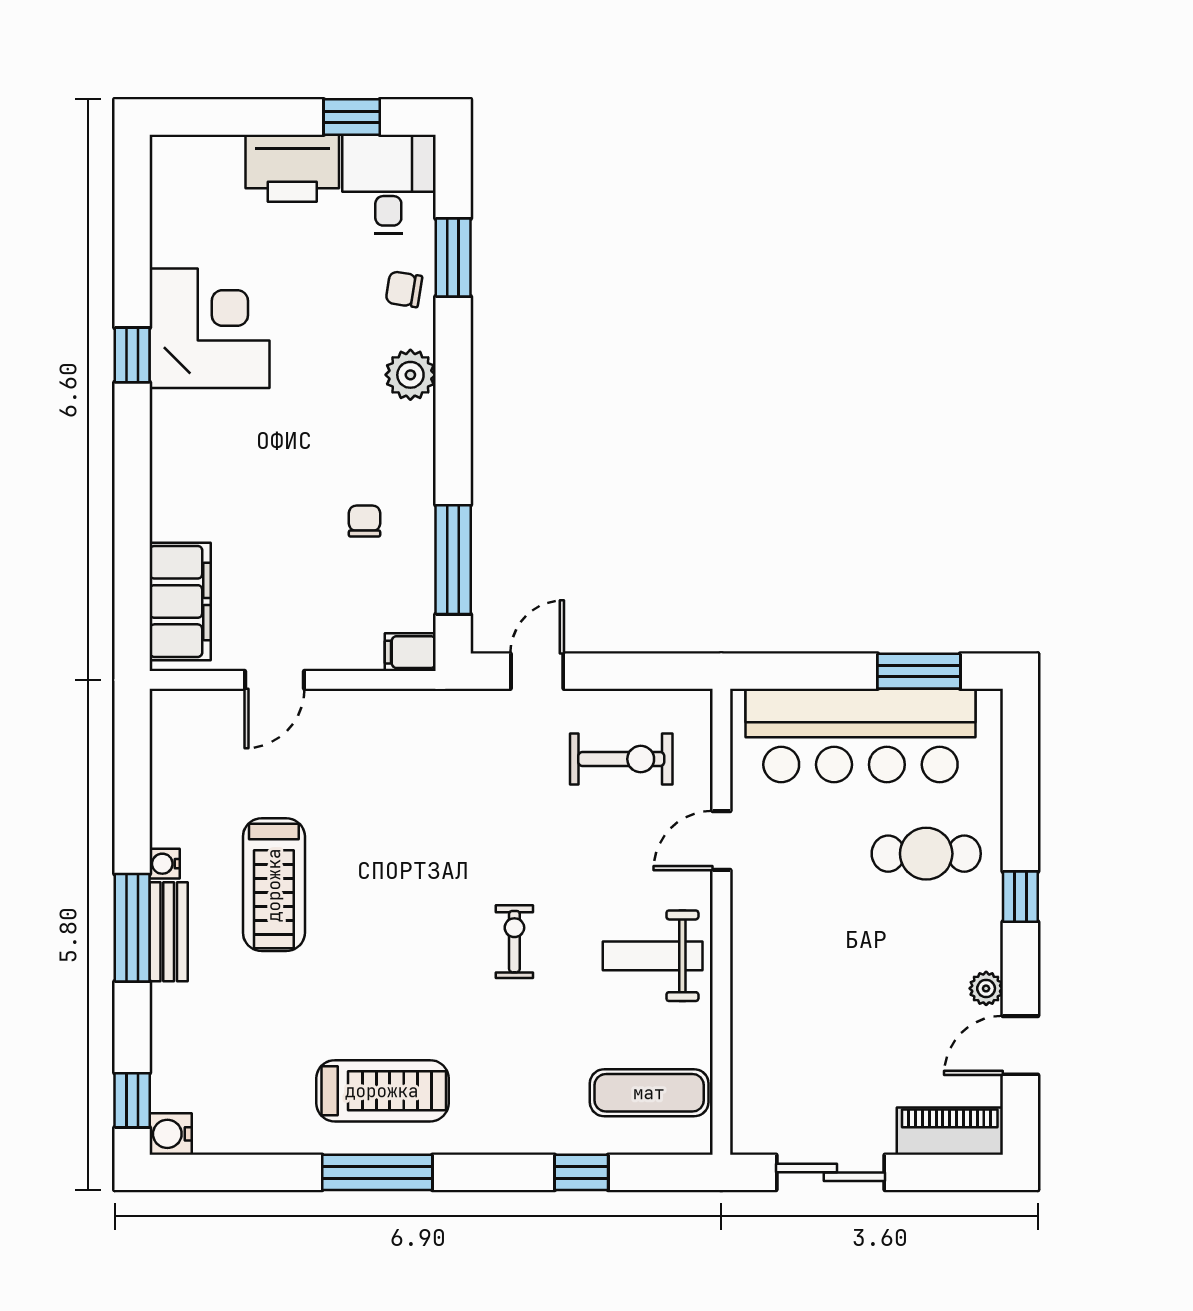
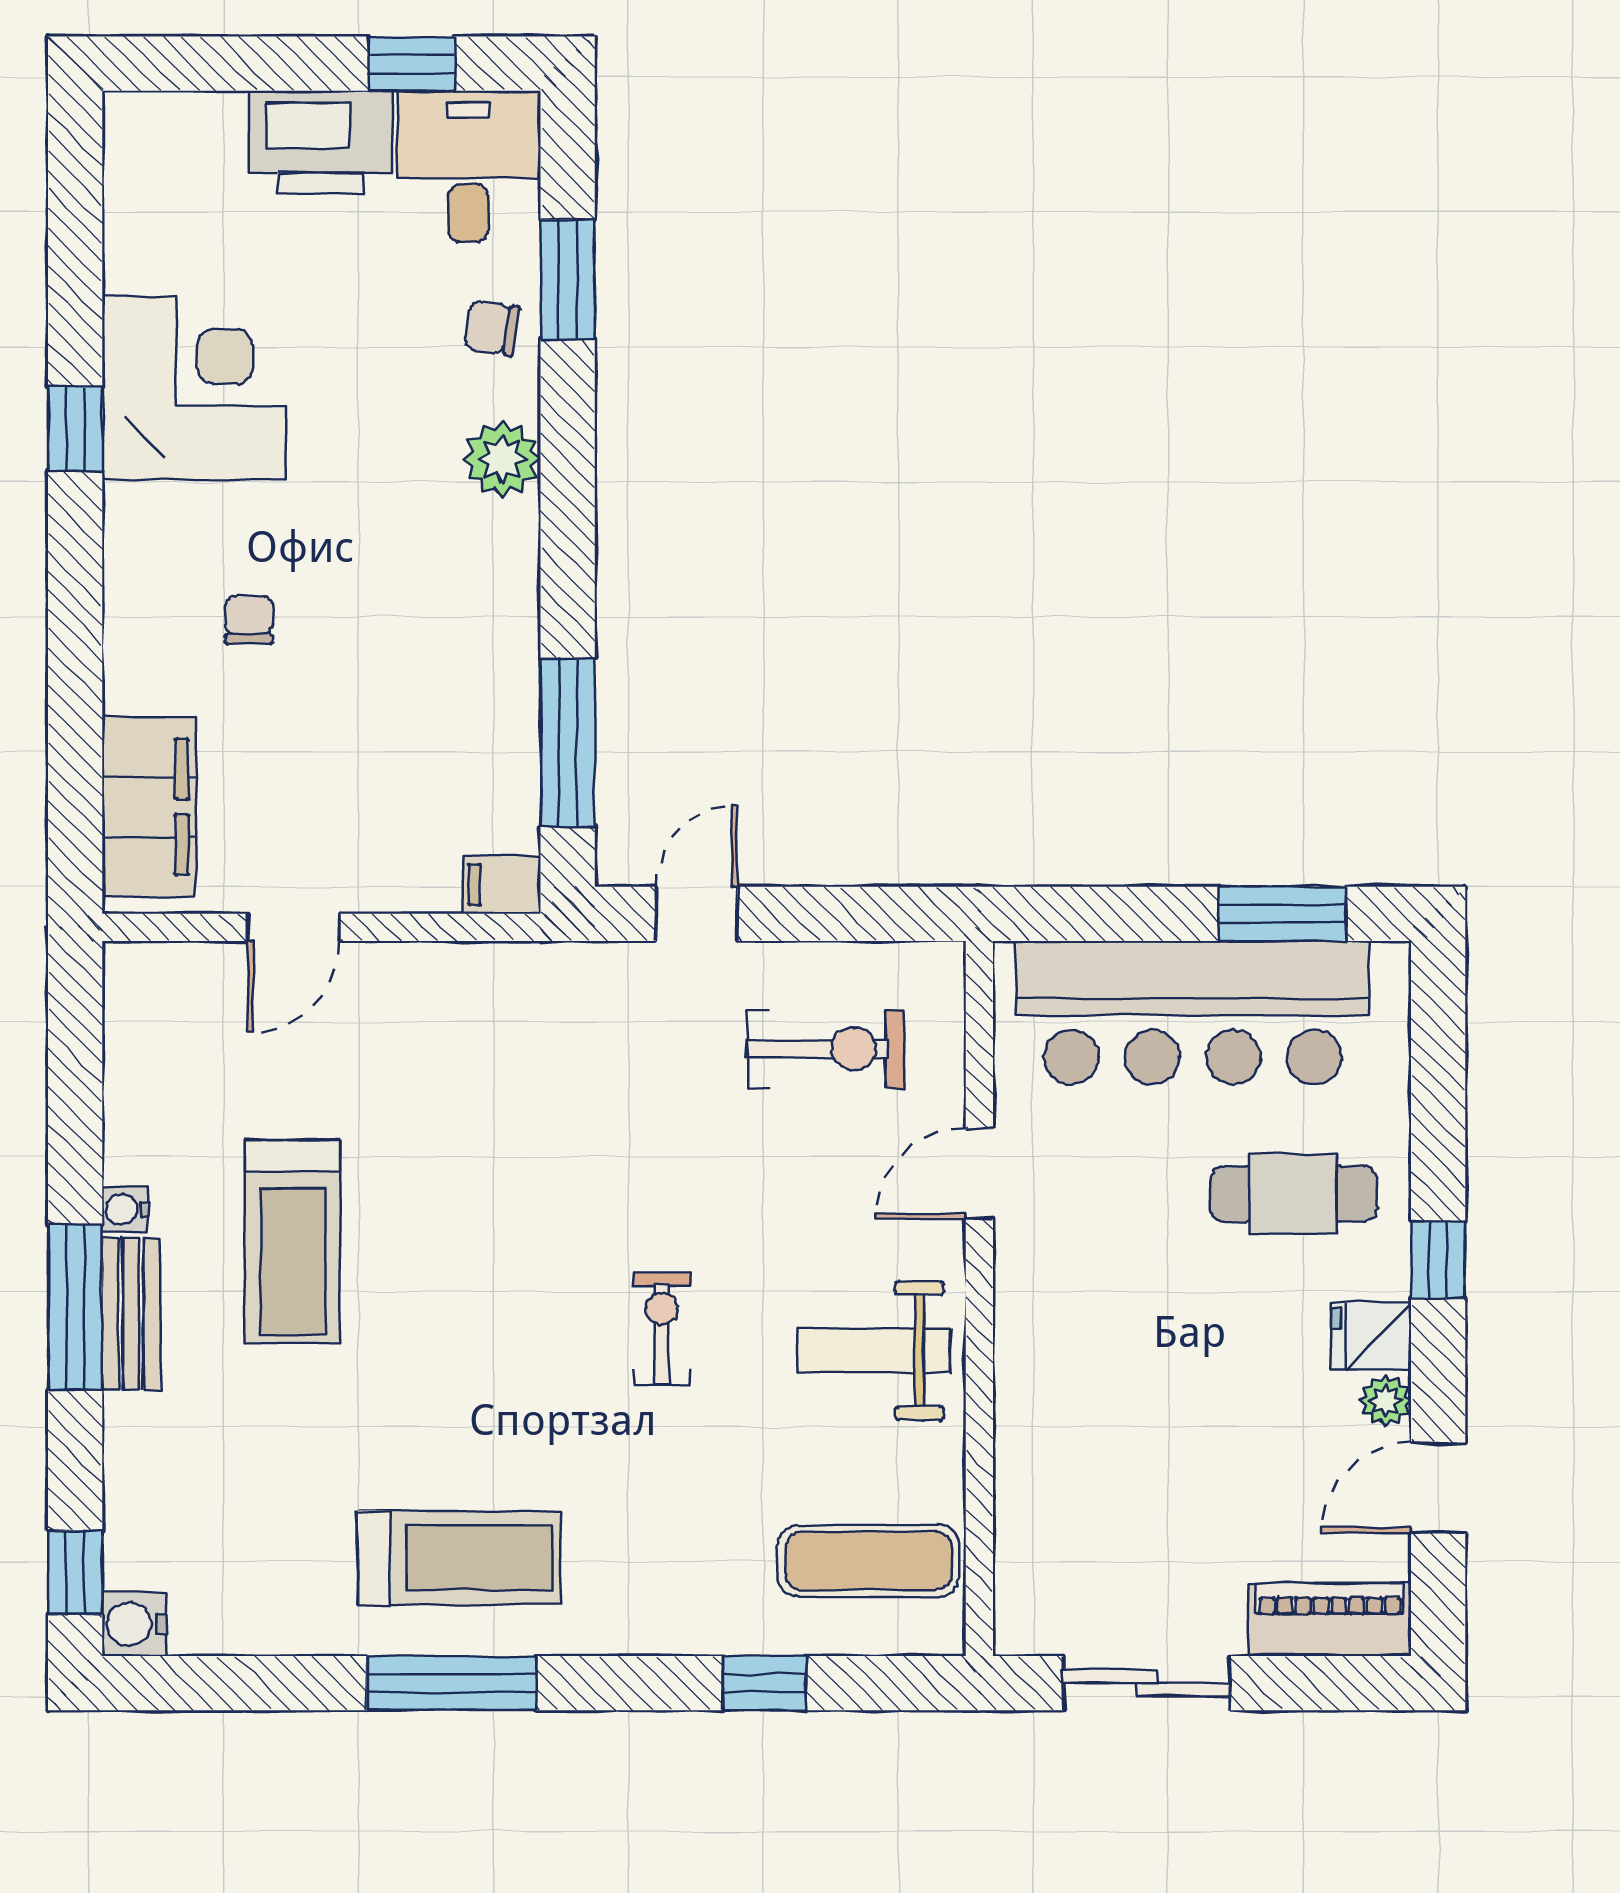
chair: (364, 521) -> (249, 620), moved
fridge: (977, 946) -> (1371, 1336), added

